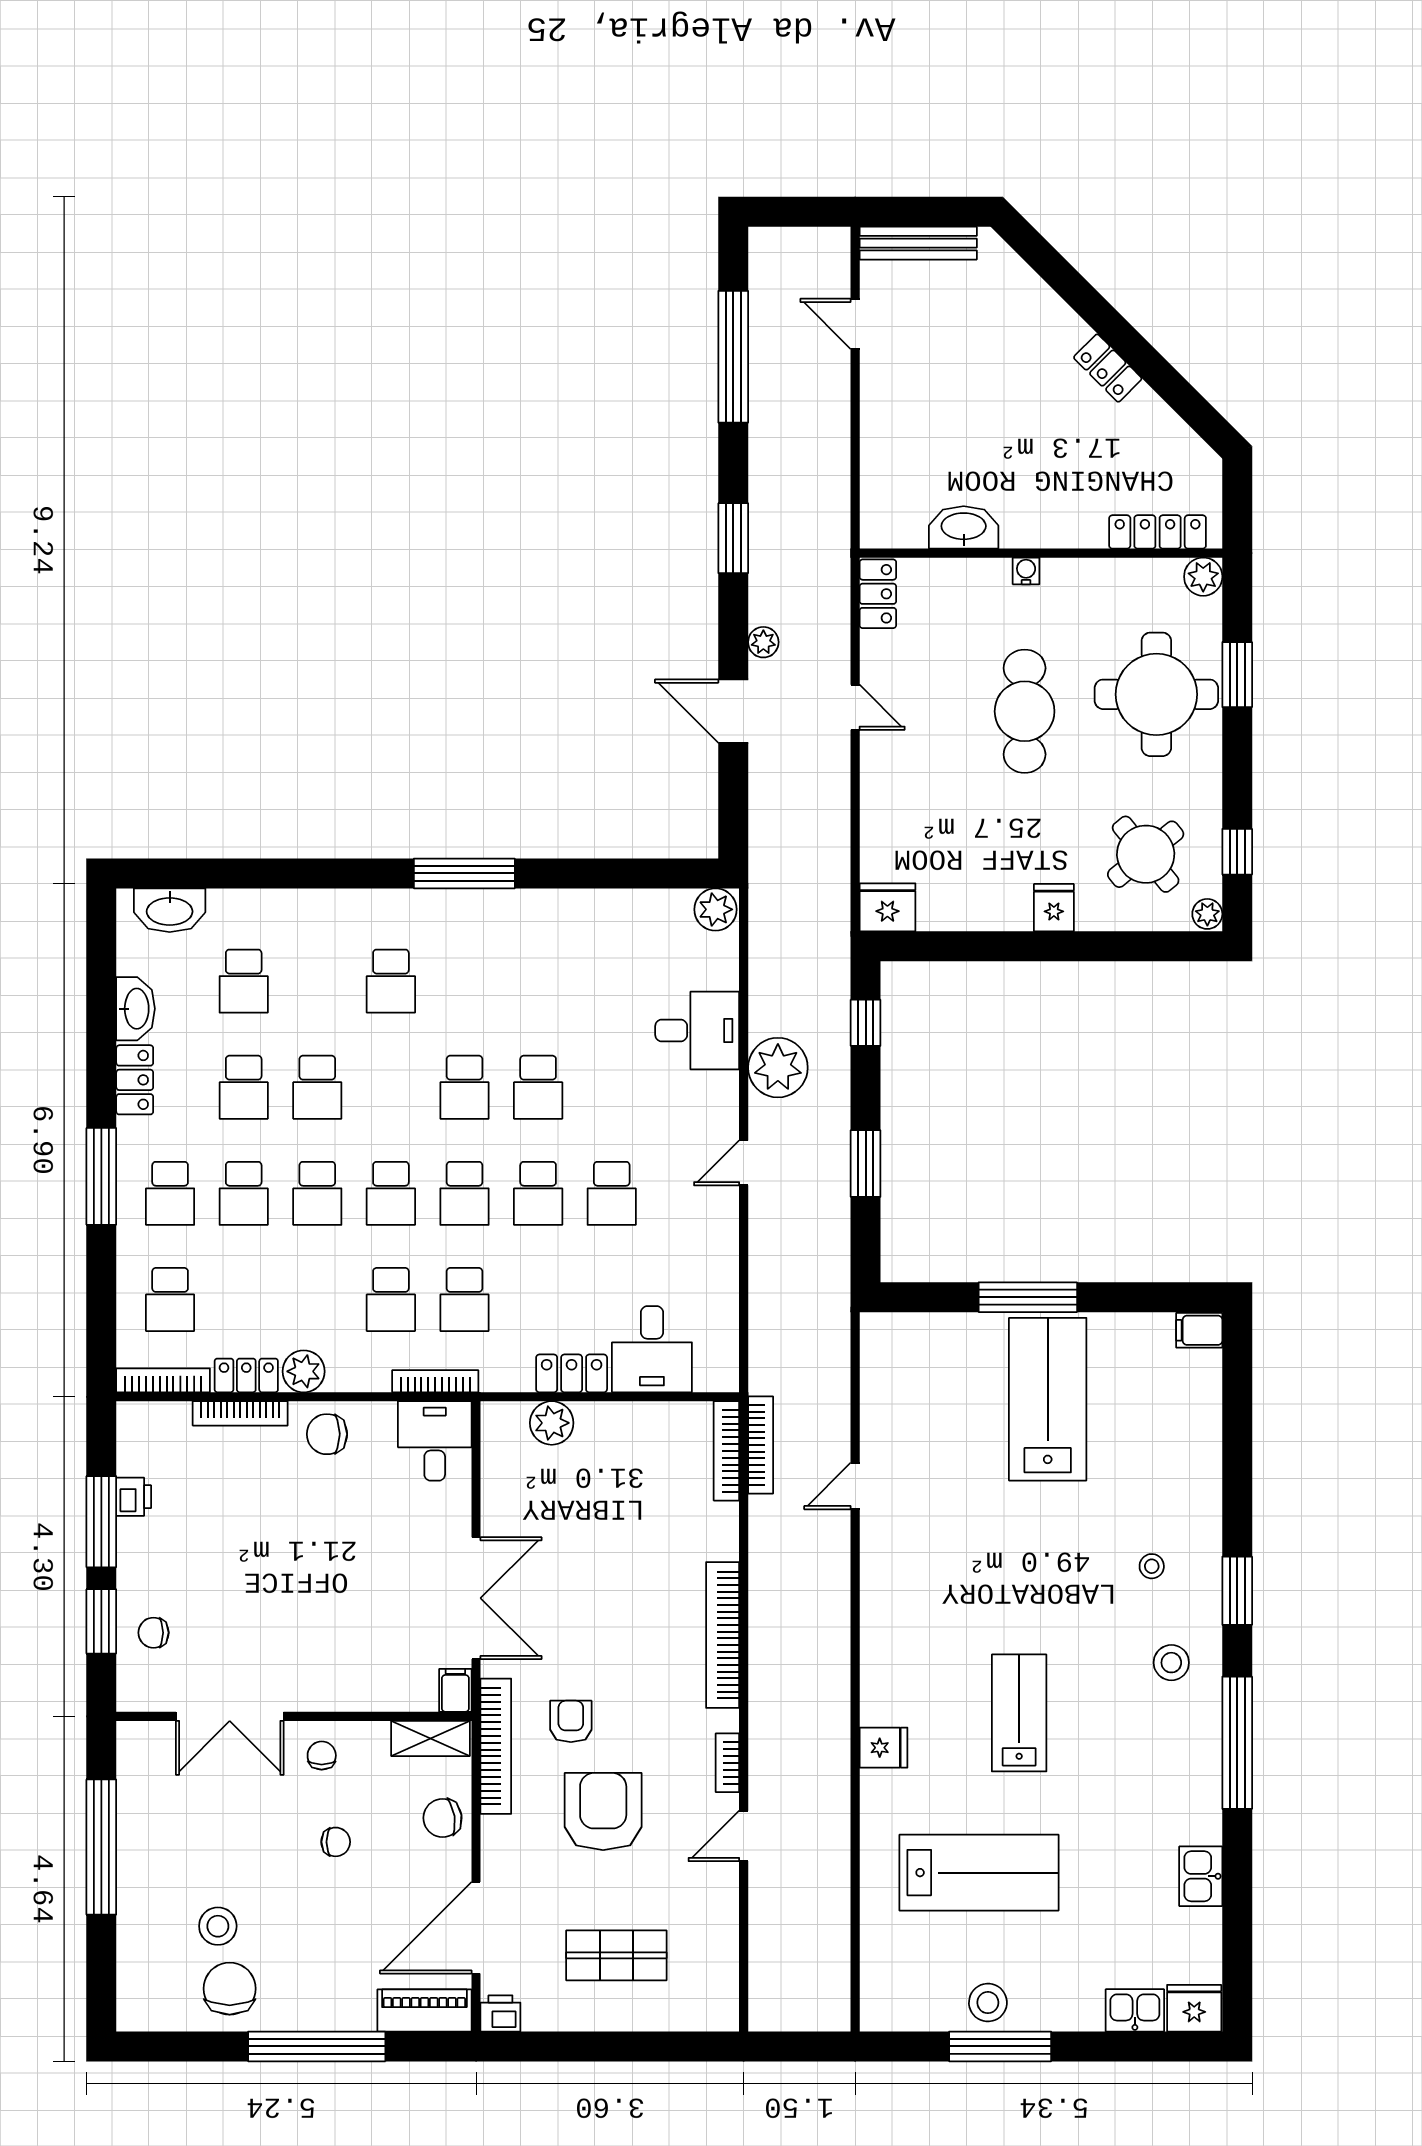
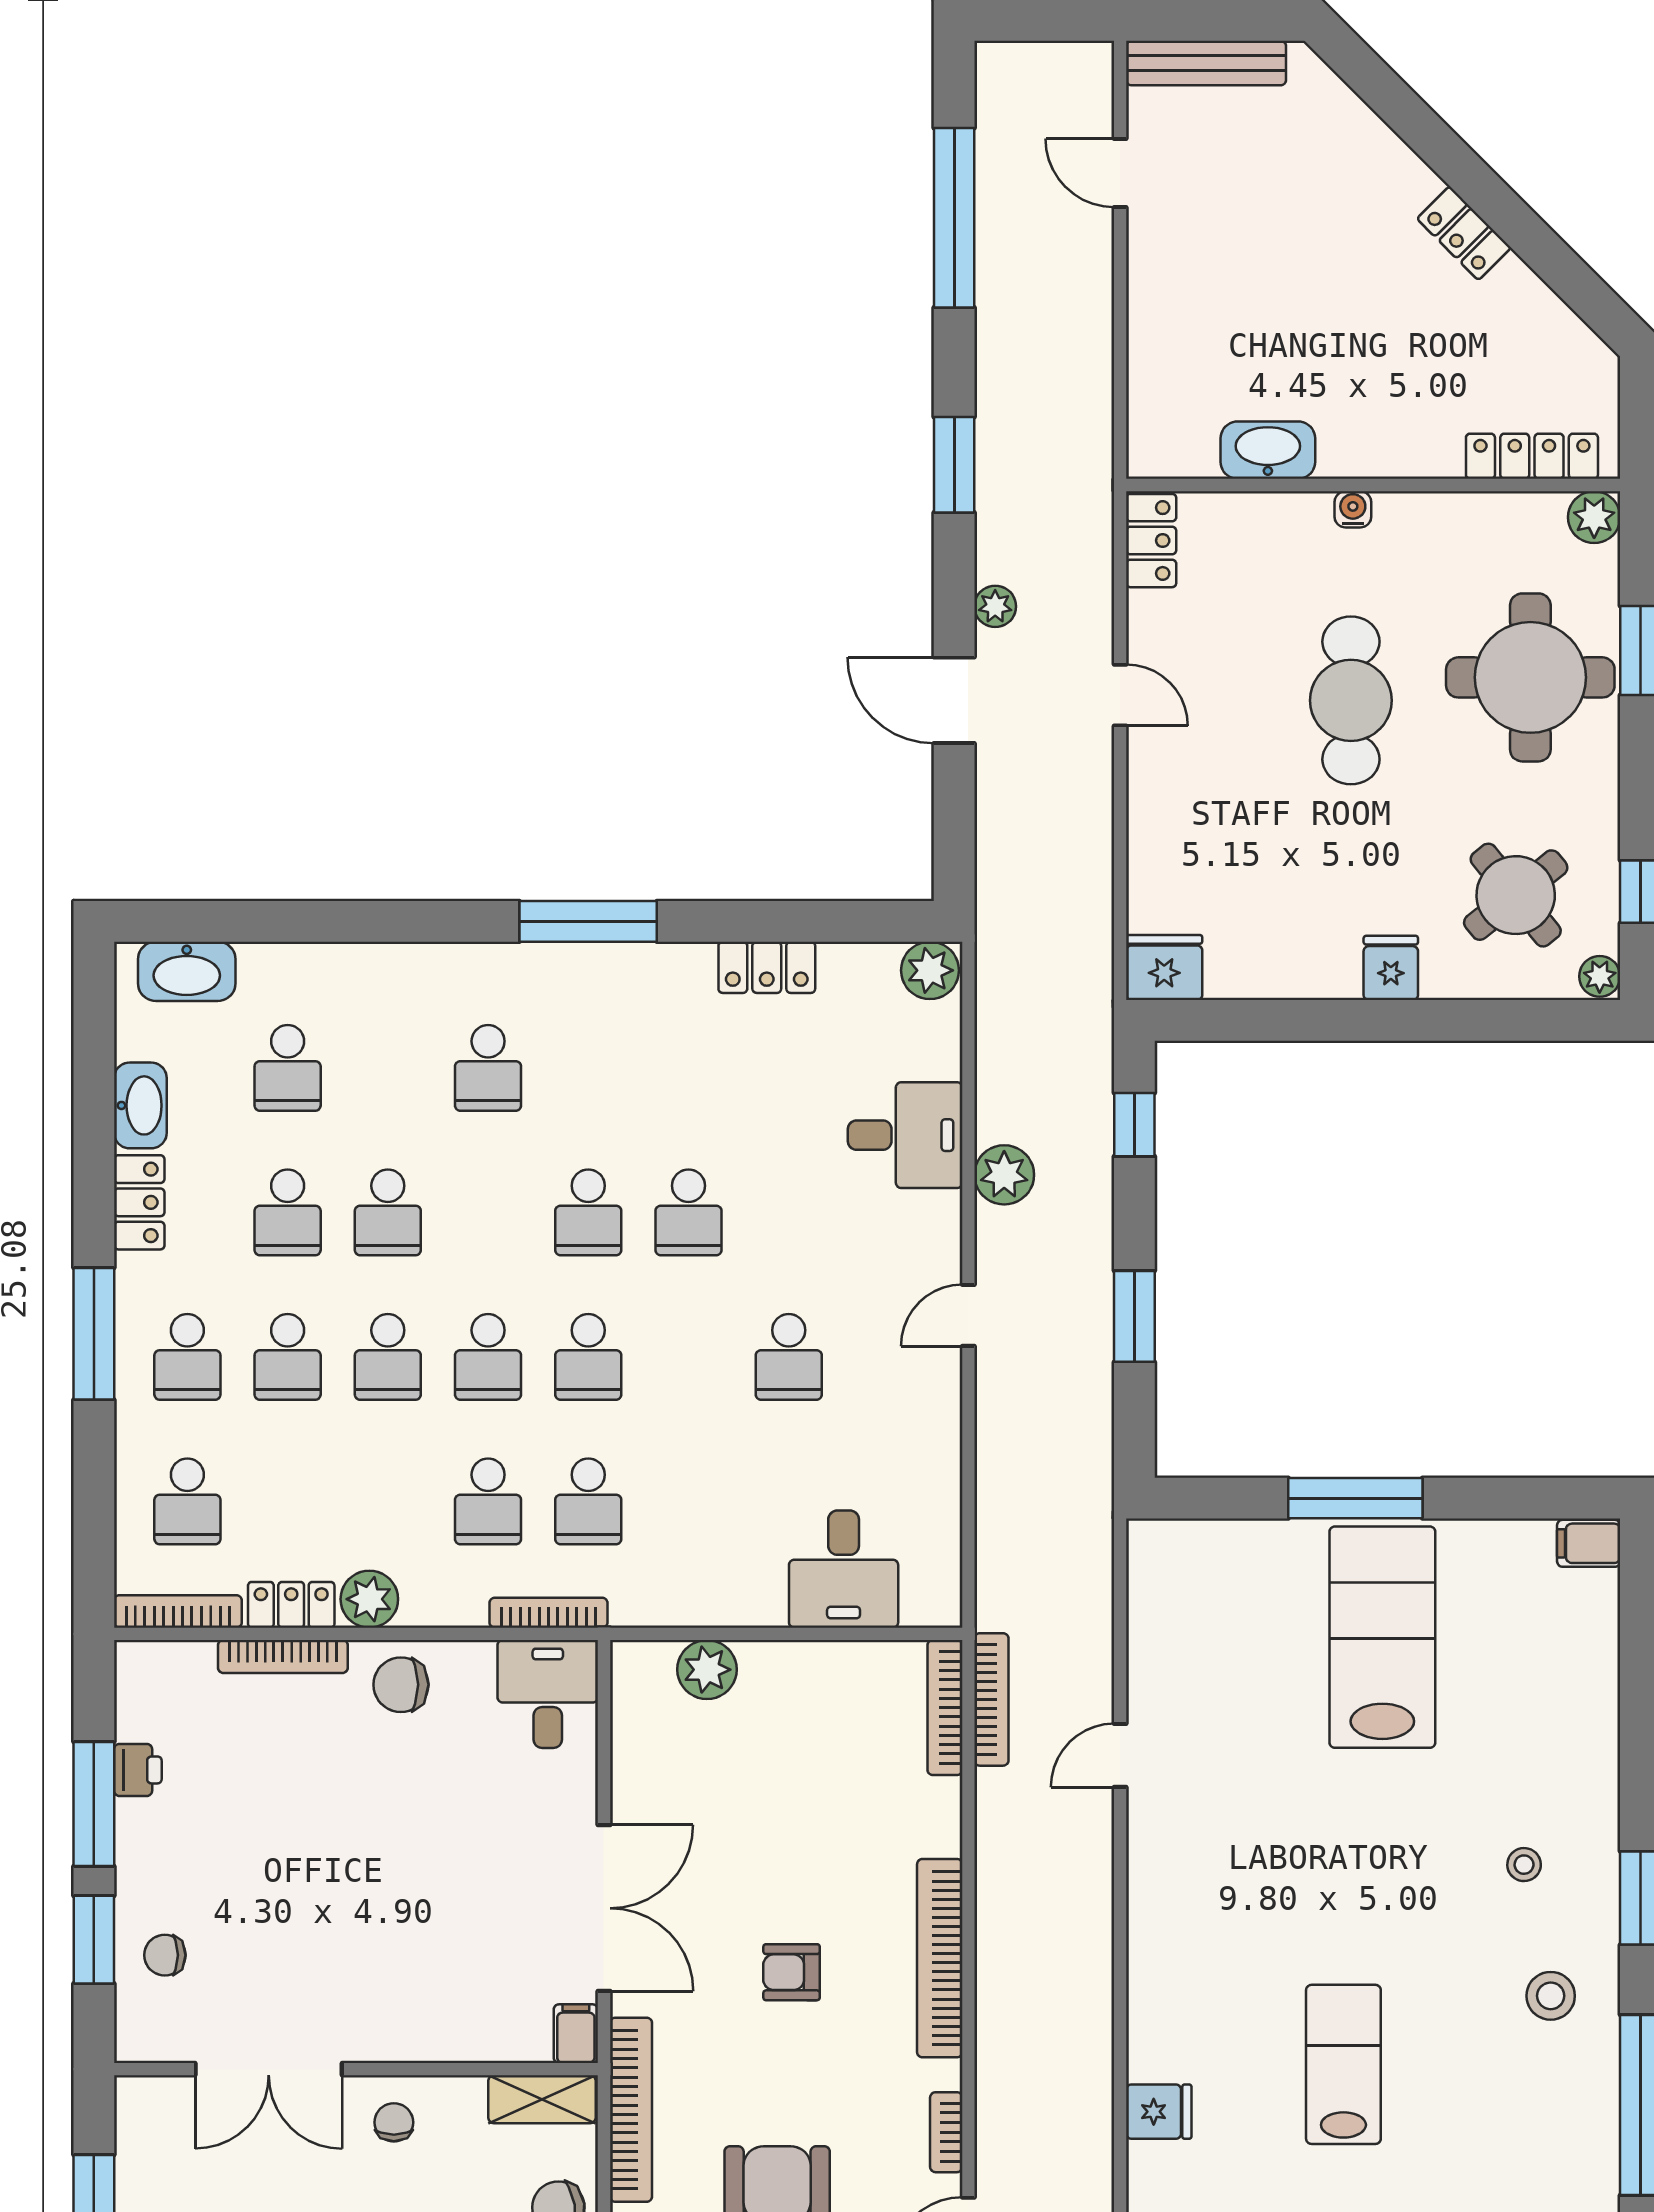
plant: (778, 1068) -> (1004, 1175), width x0.73, depth x0.73
school desk: (538, 1193) -> (689, 1357), removed
locker: (572, 1373) -> (767, 967), moved, turned 180
armchair: (571, 1721) -> (792, 1972), moved, turned -90

